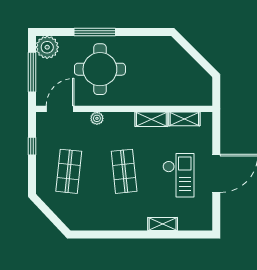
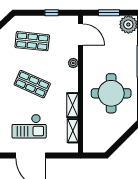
round table: (100, 69) -> (111, 93), moved
window: (32, 72) -> (109, 13), width x0.69
shop shelf: (124, 171) -> (32, 84), turned 30

